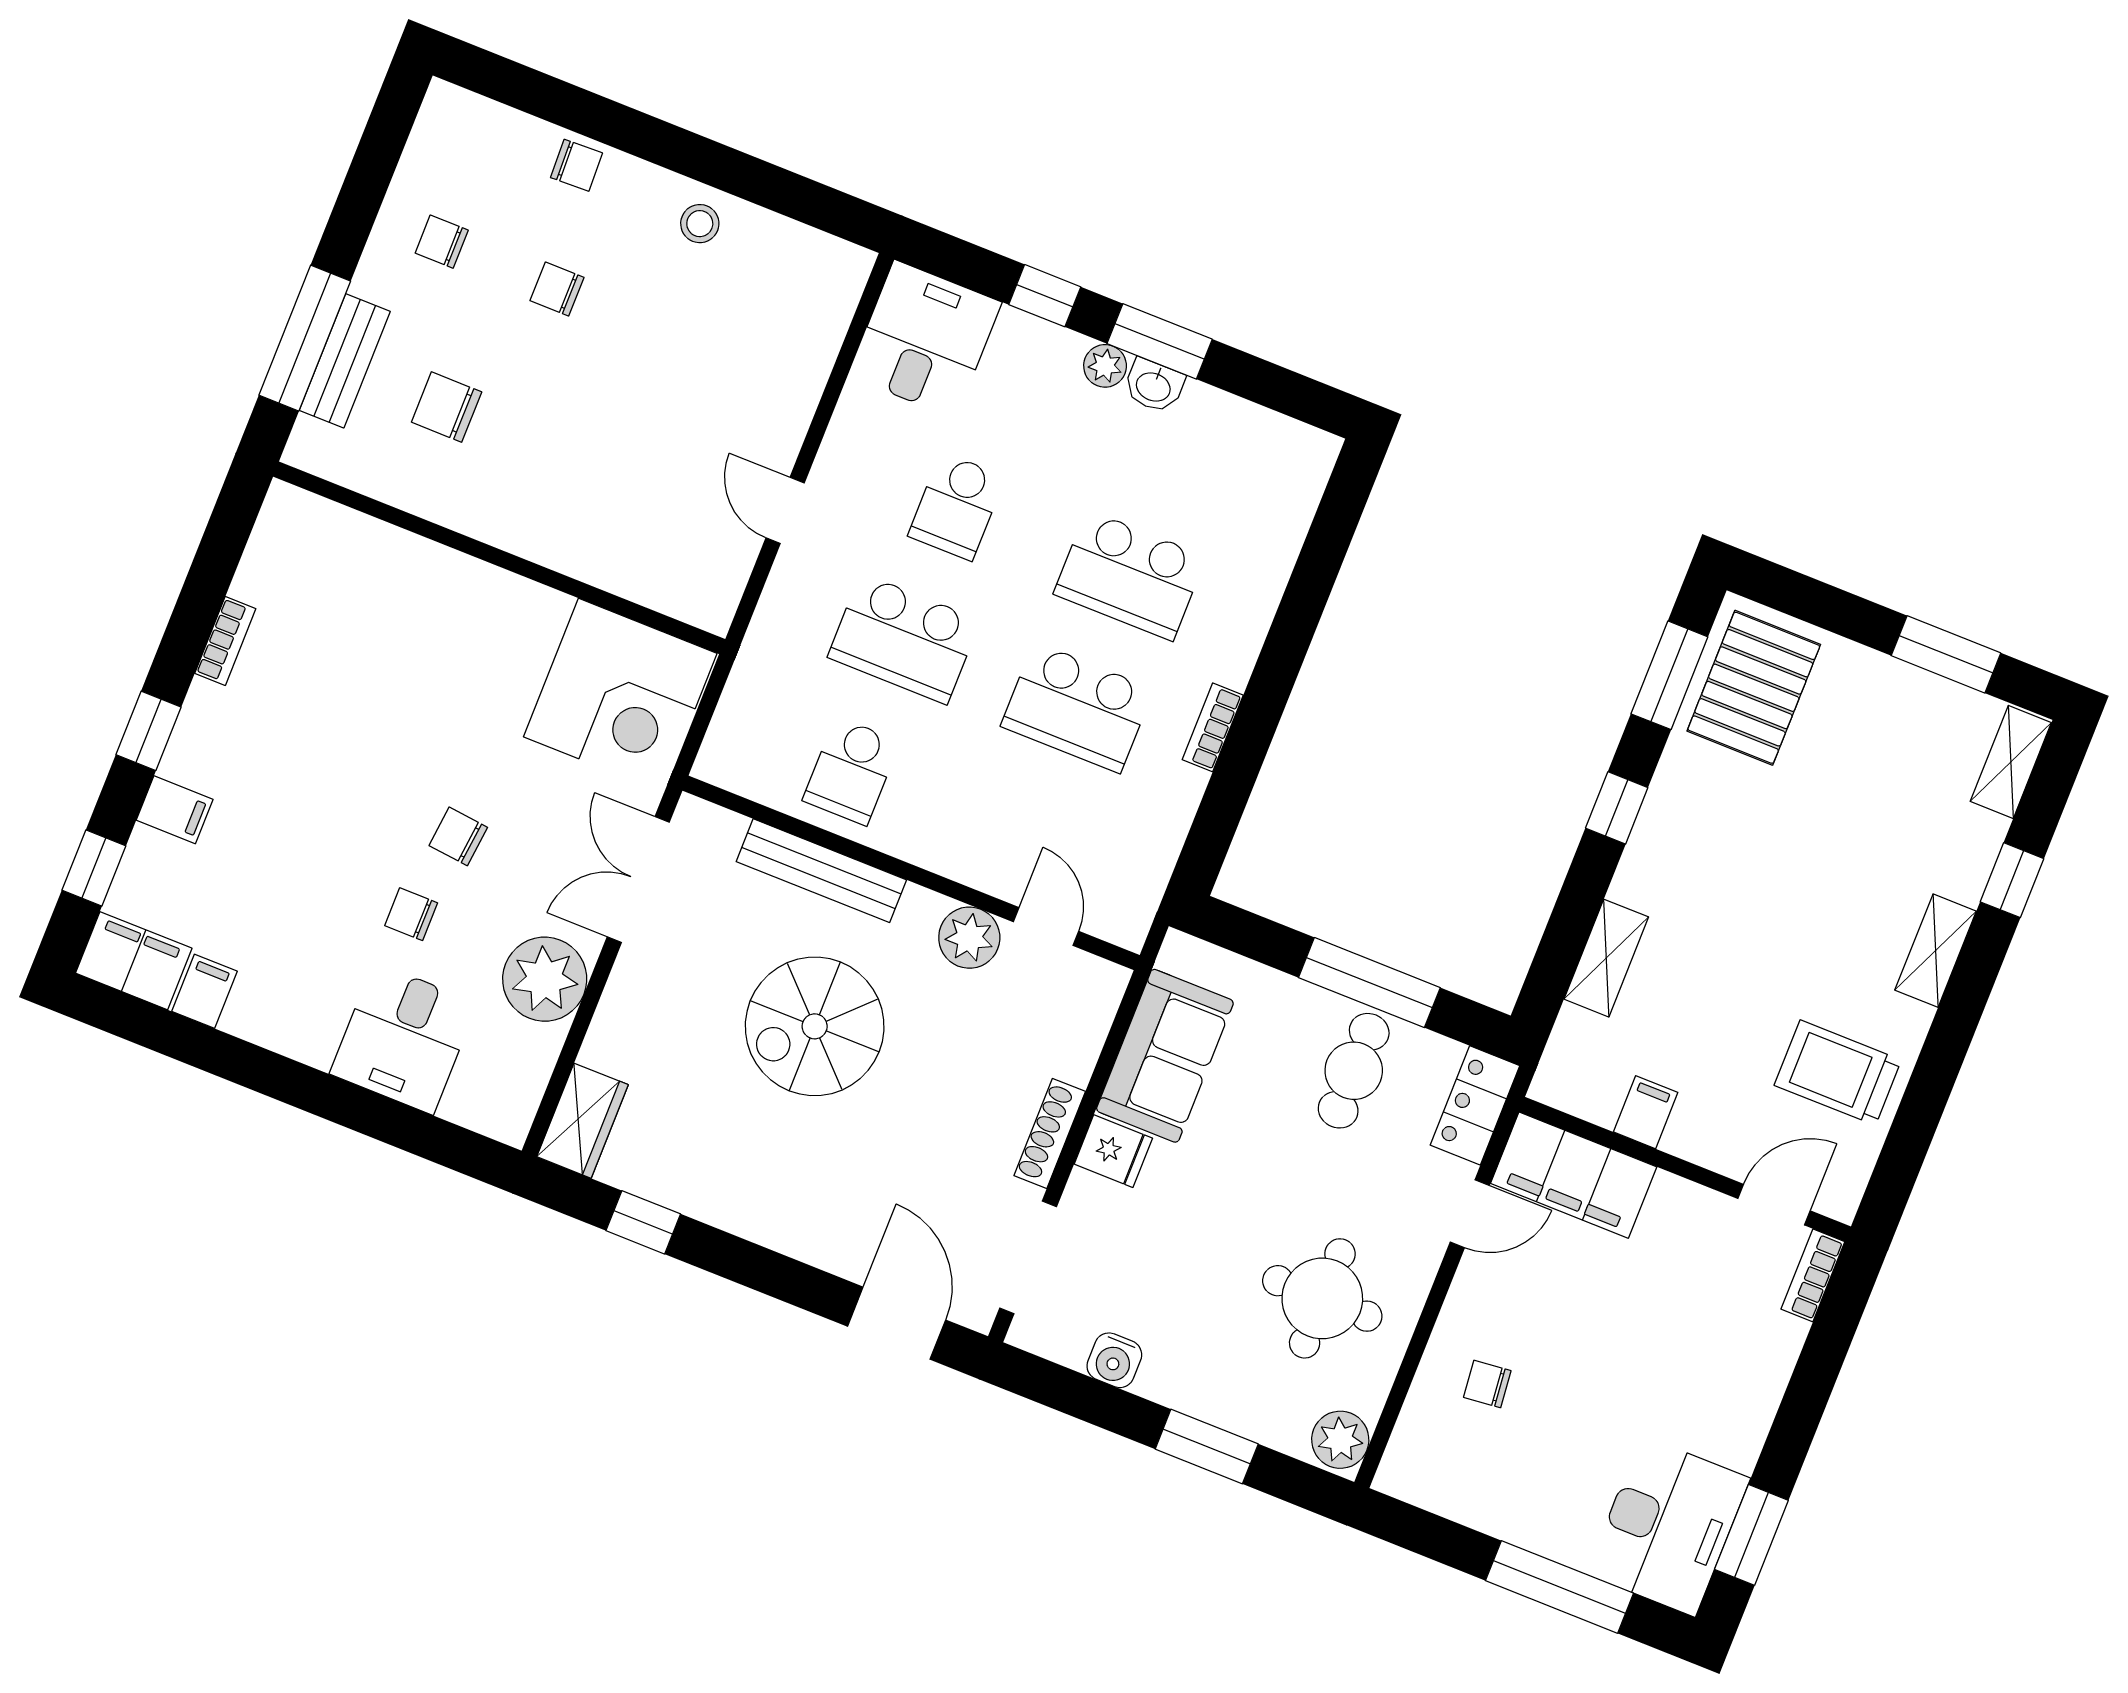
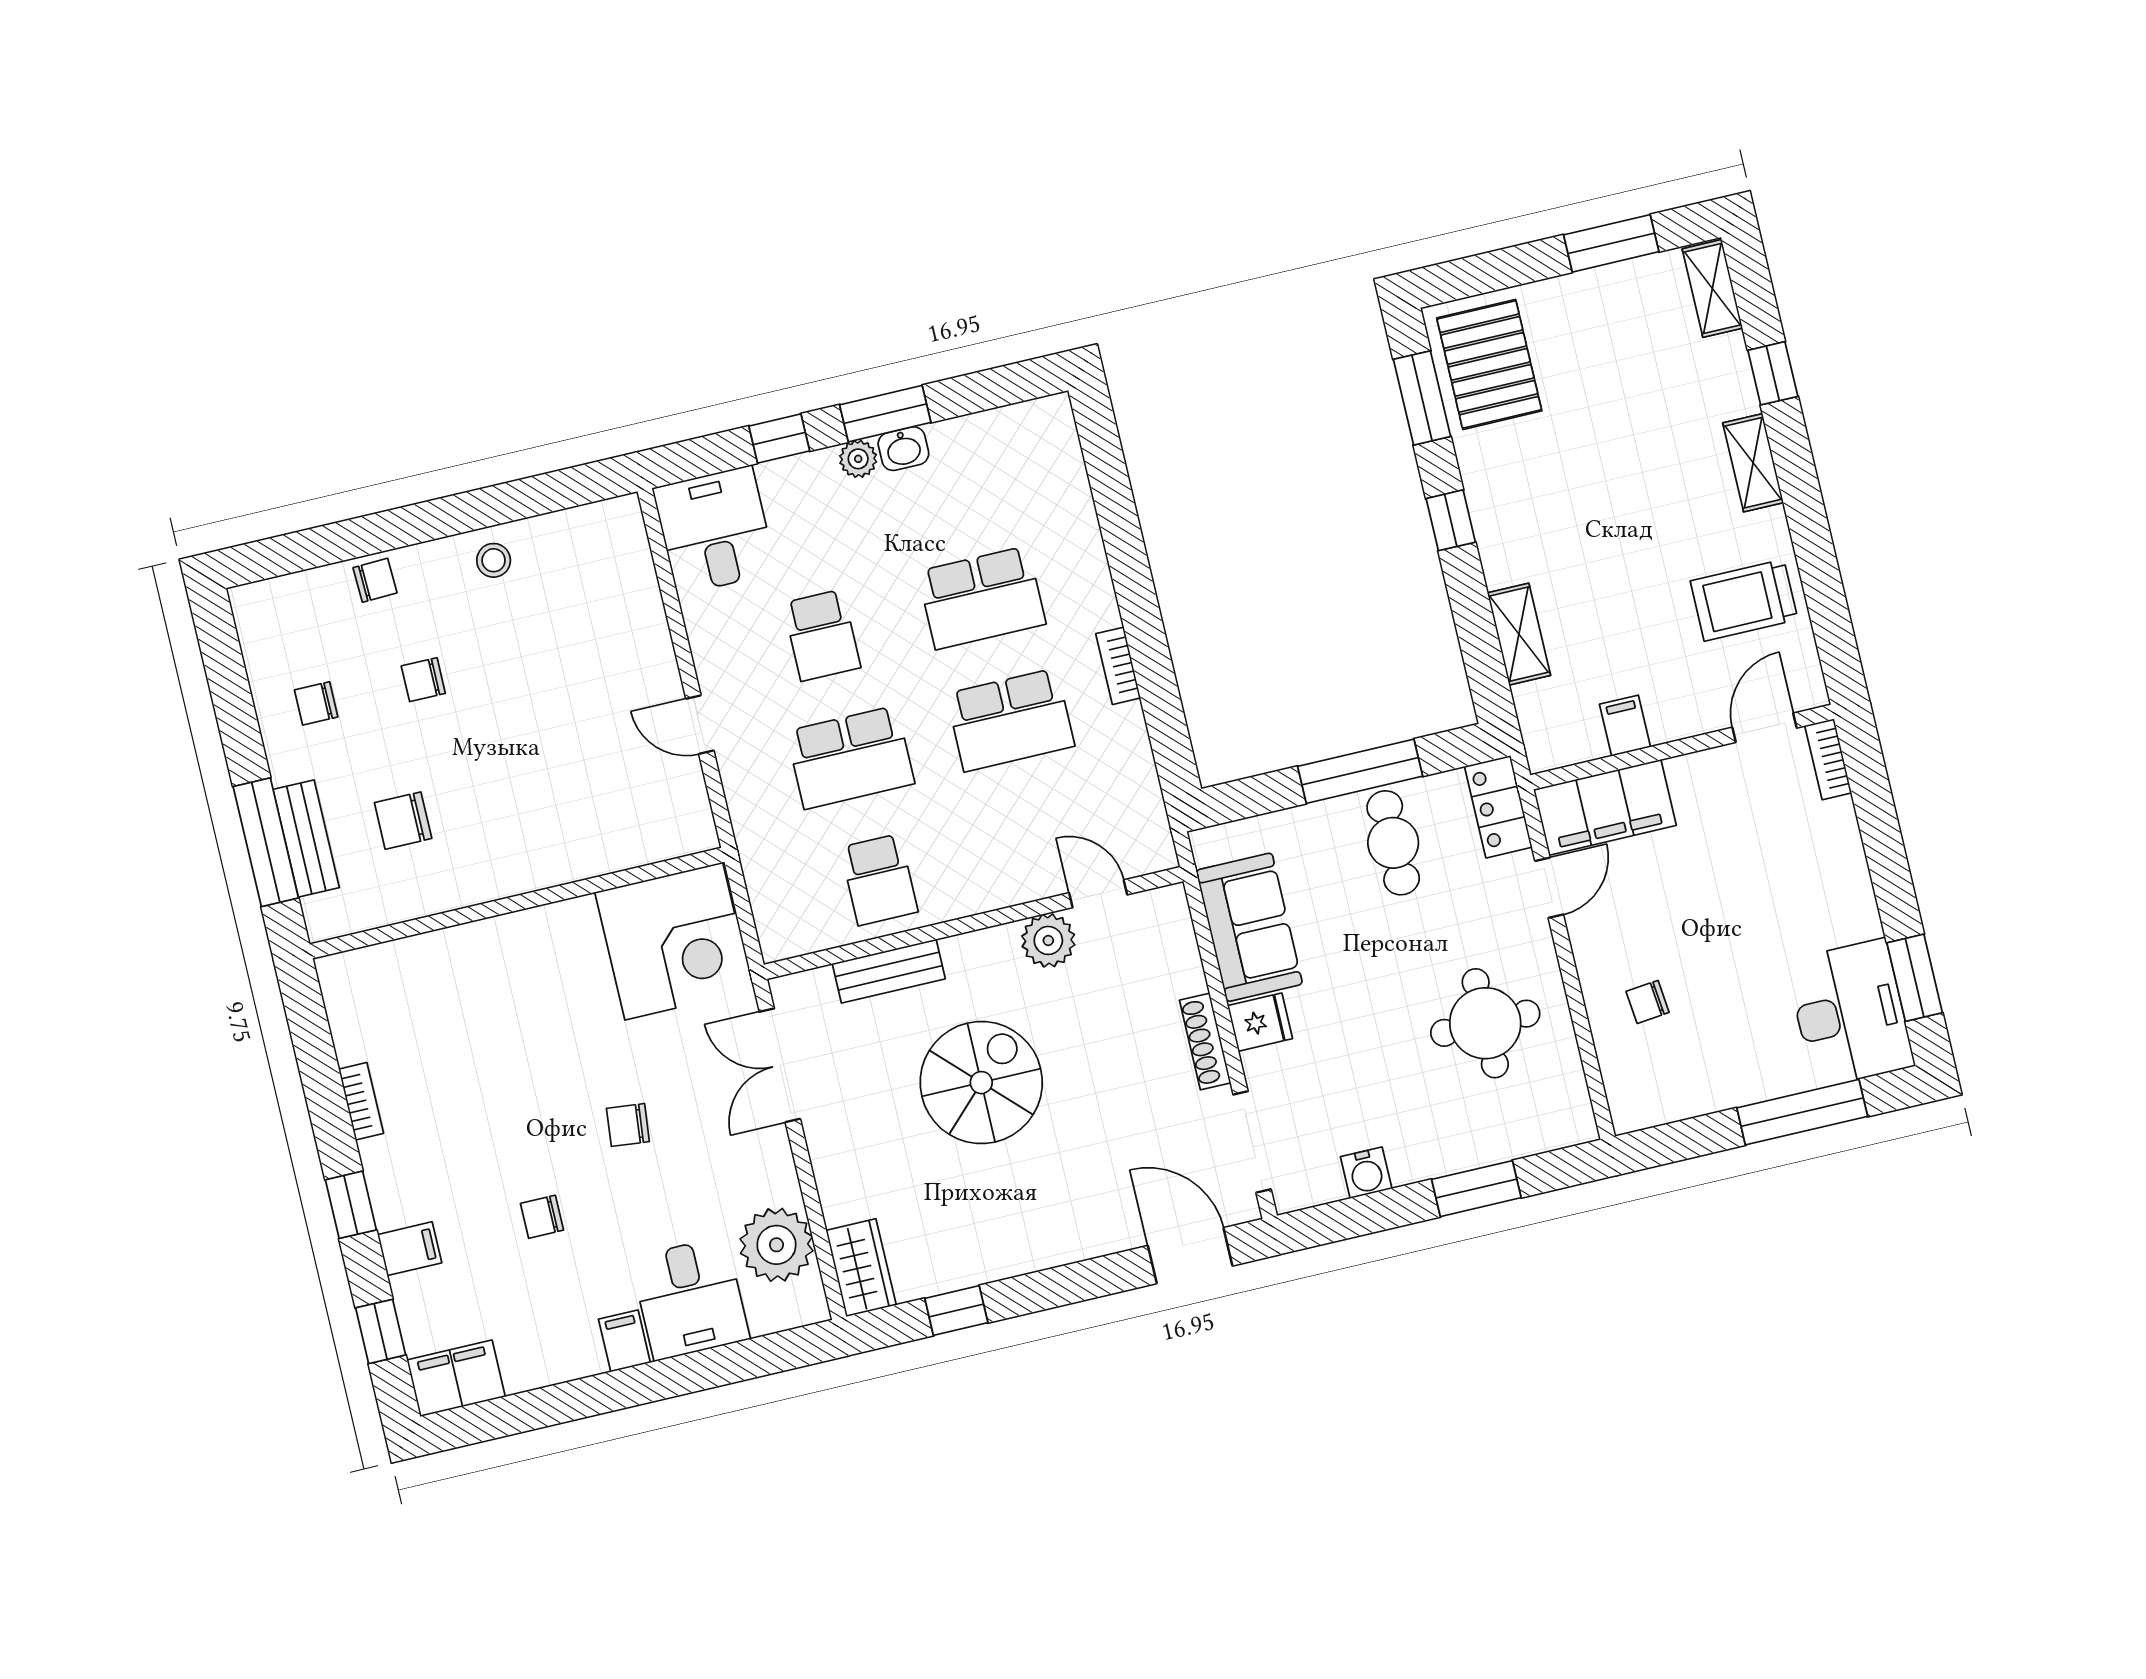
bench: (821, 871) -> (889, 971), width x0.73
chair: (411, 914) -> (542, 1217), moved
plant: (545, 979) -> (777, 1245), moved
filing cabinet: (205, 991) -> (624, 1341), moved
spiral stairs: (815, 1026) -> (981, 1083), turned 180
plant: (1340, 1440) -> (1570, 1116), removed

